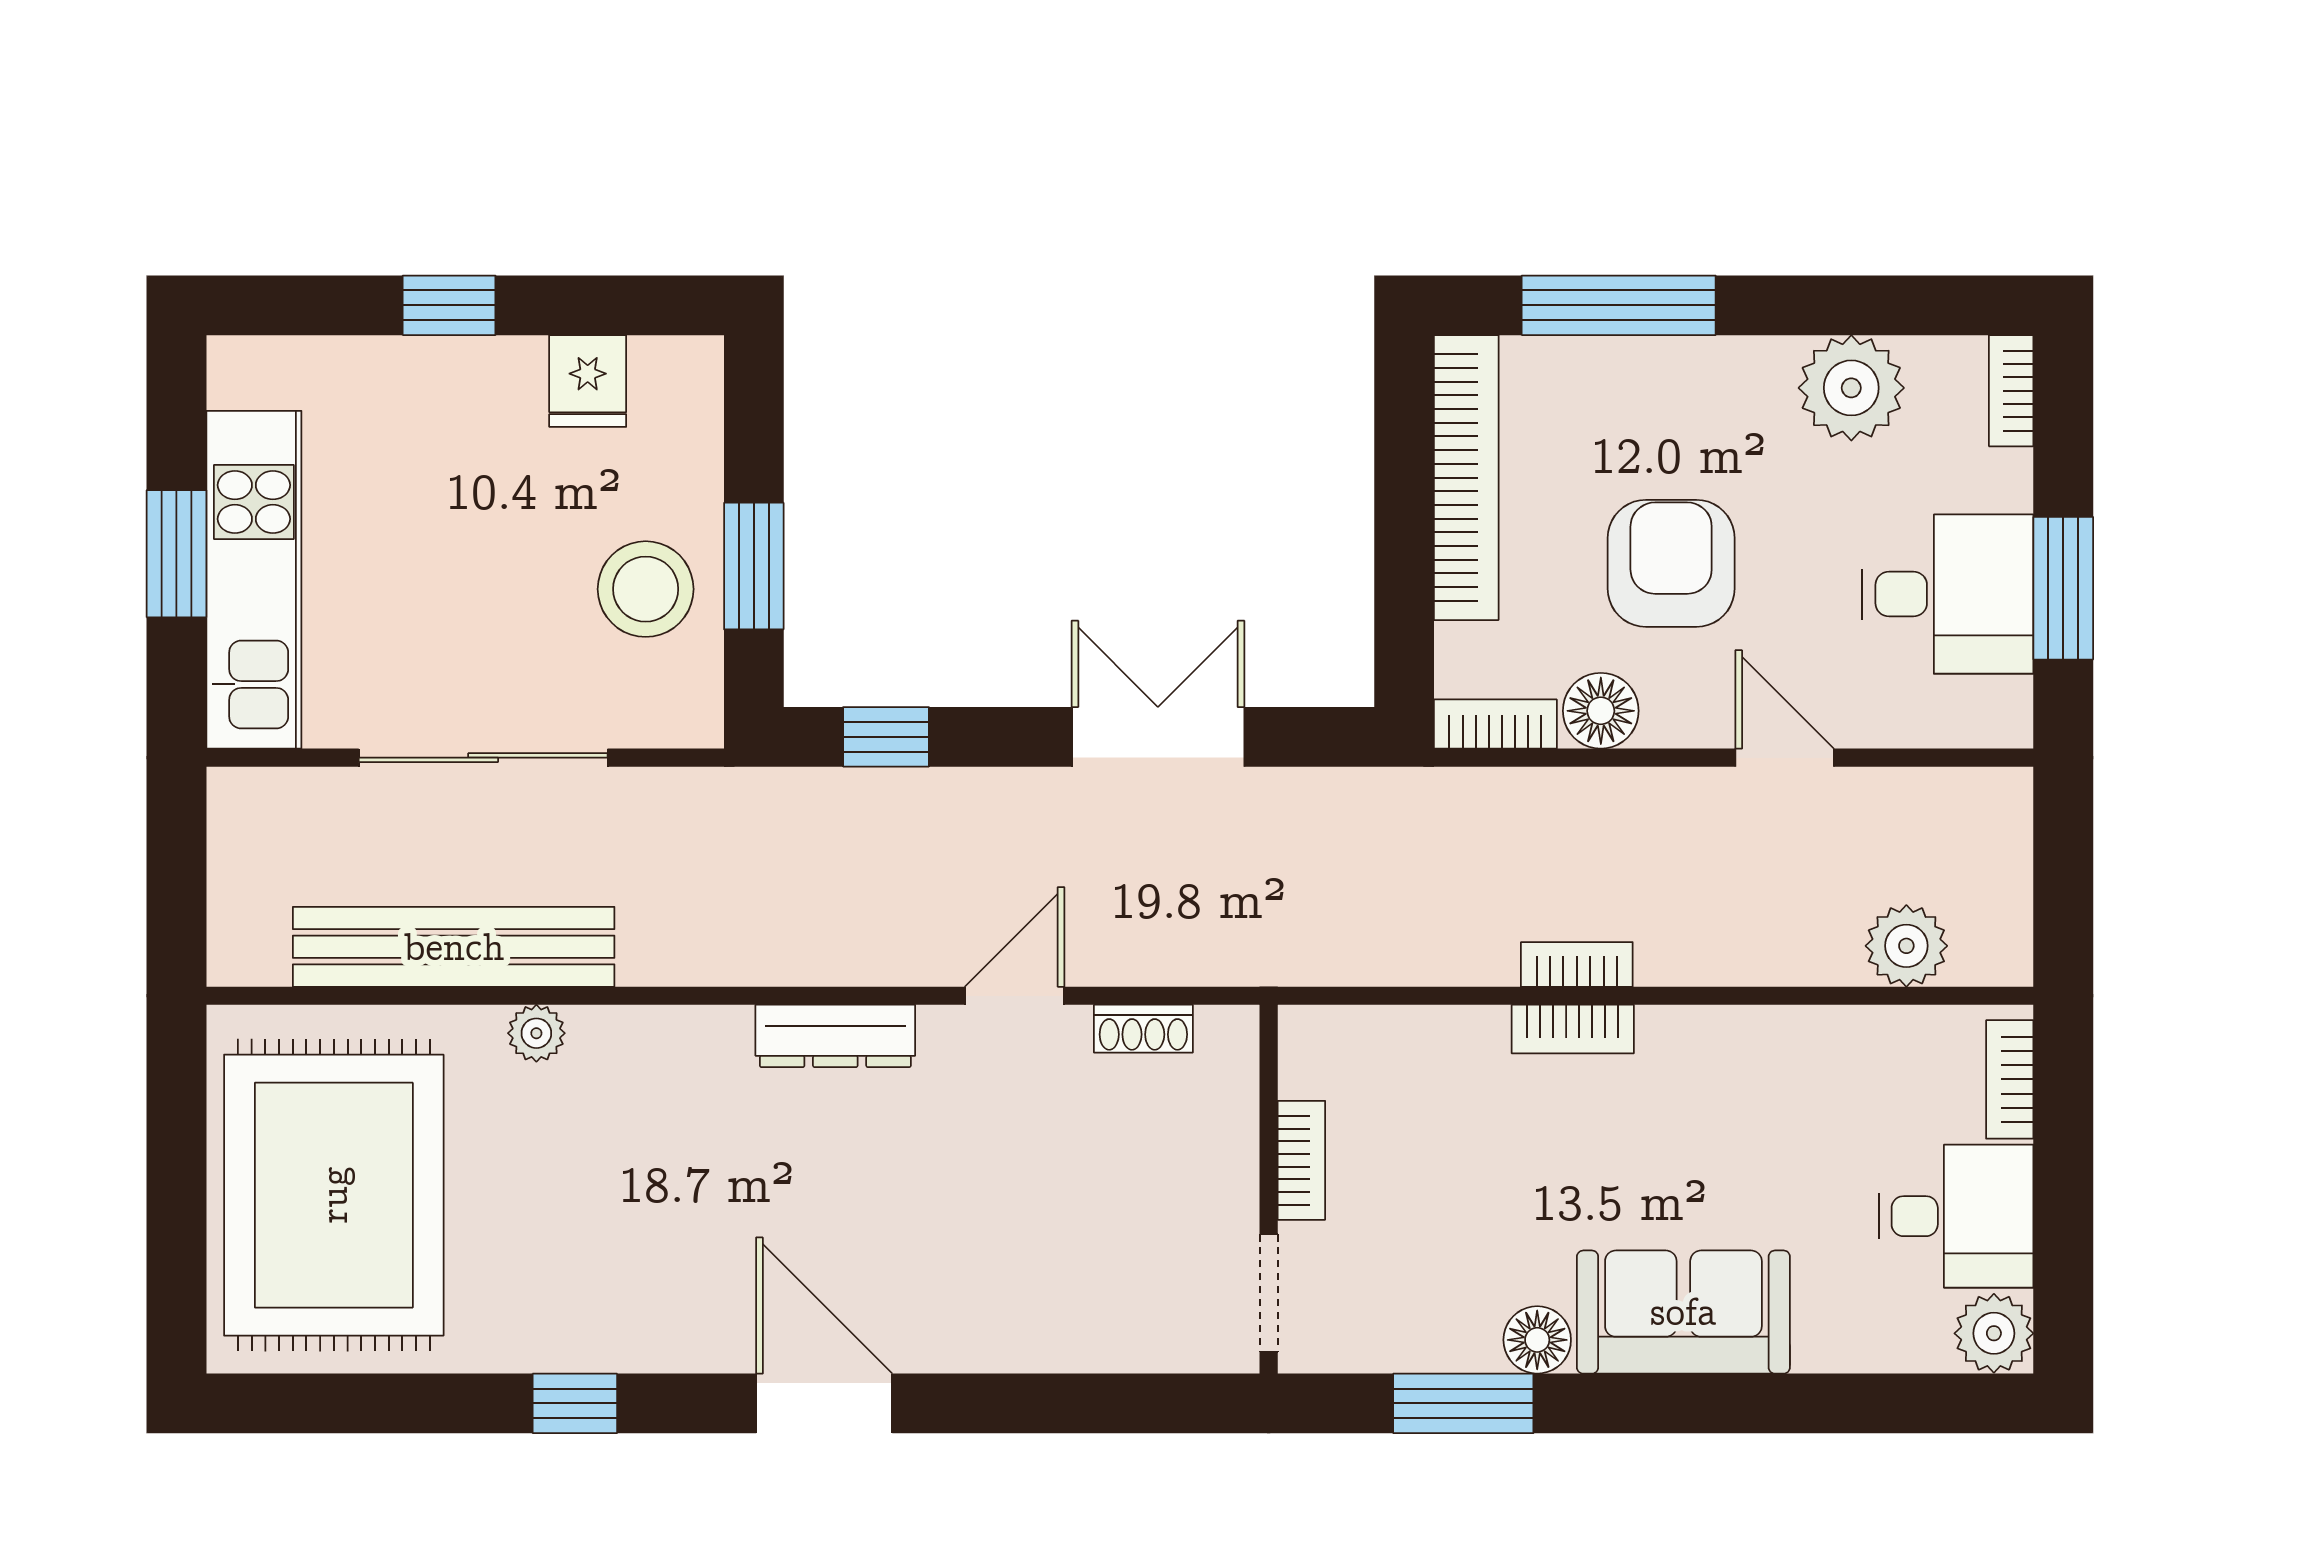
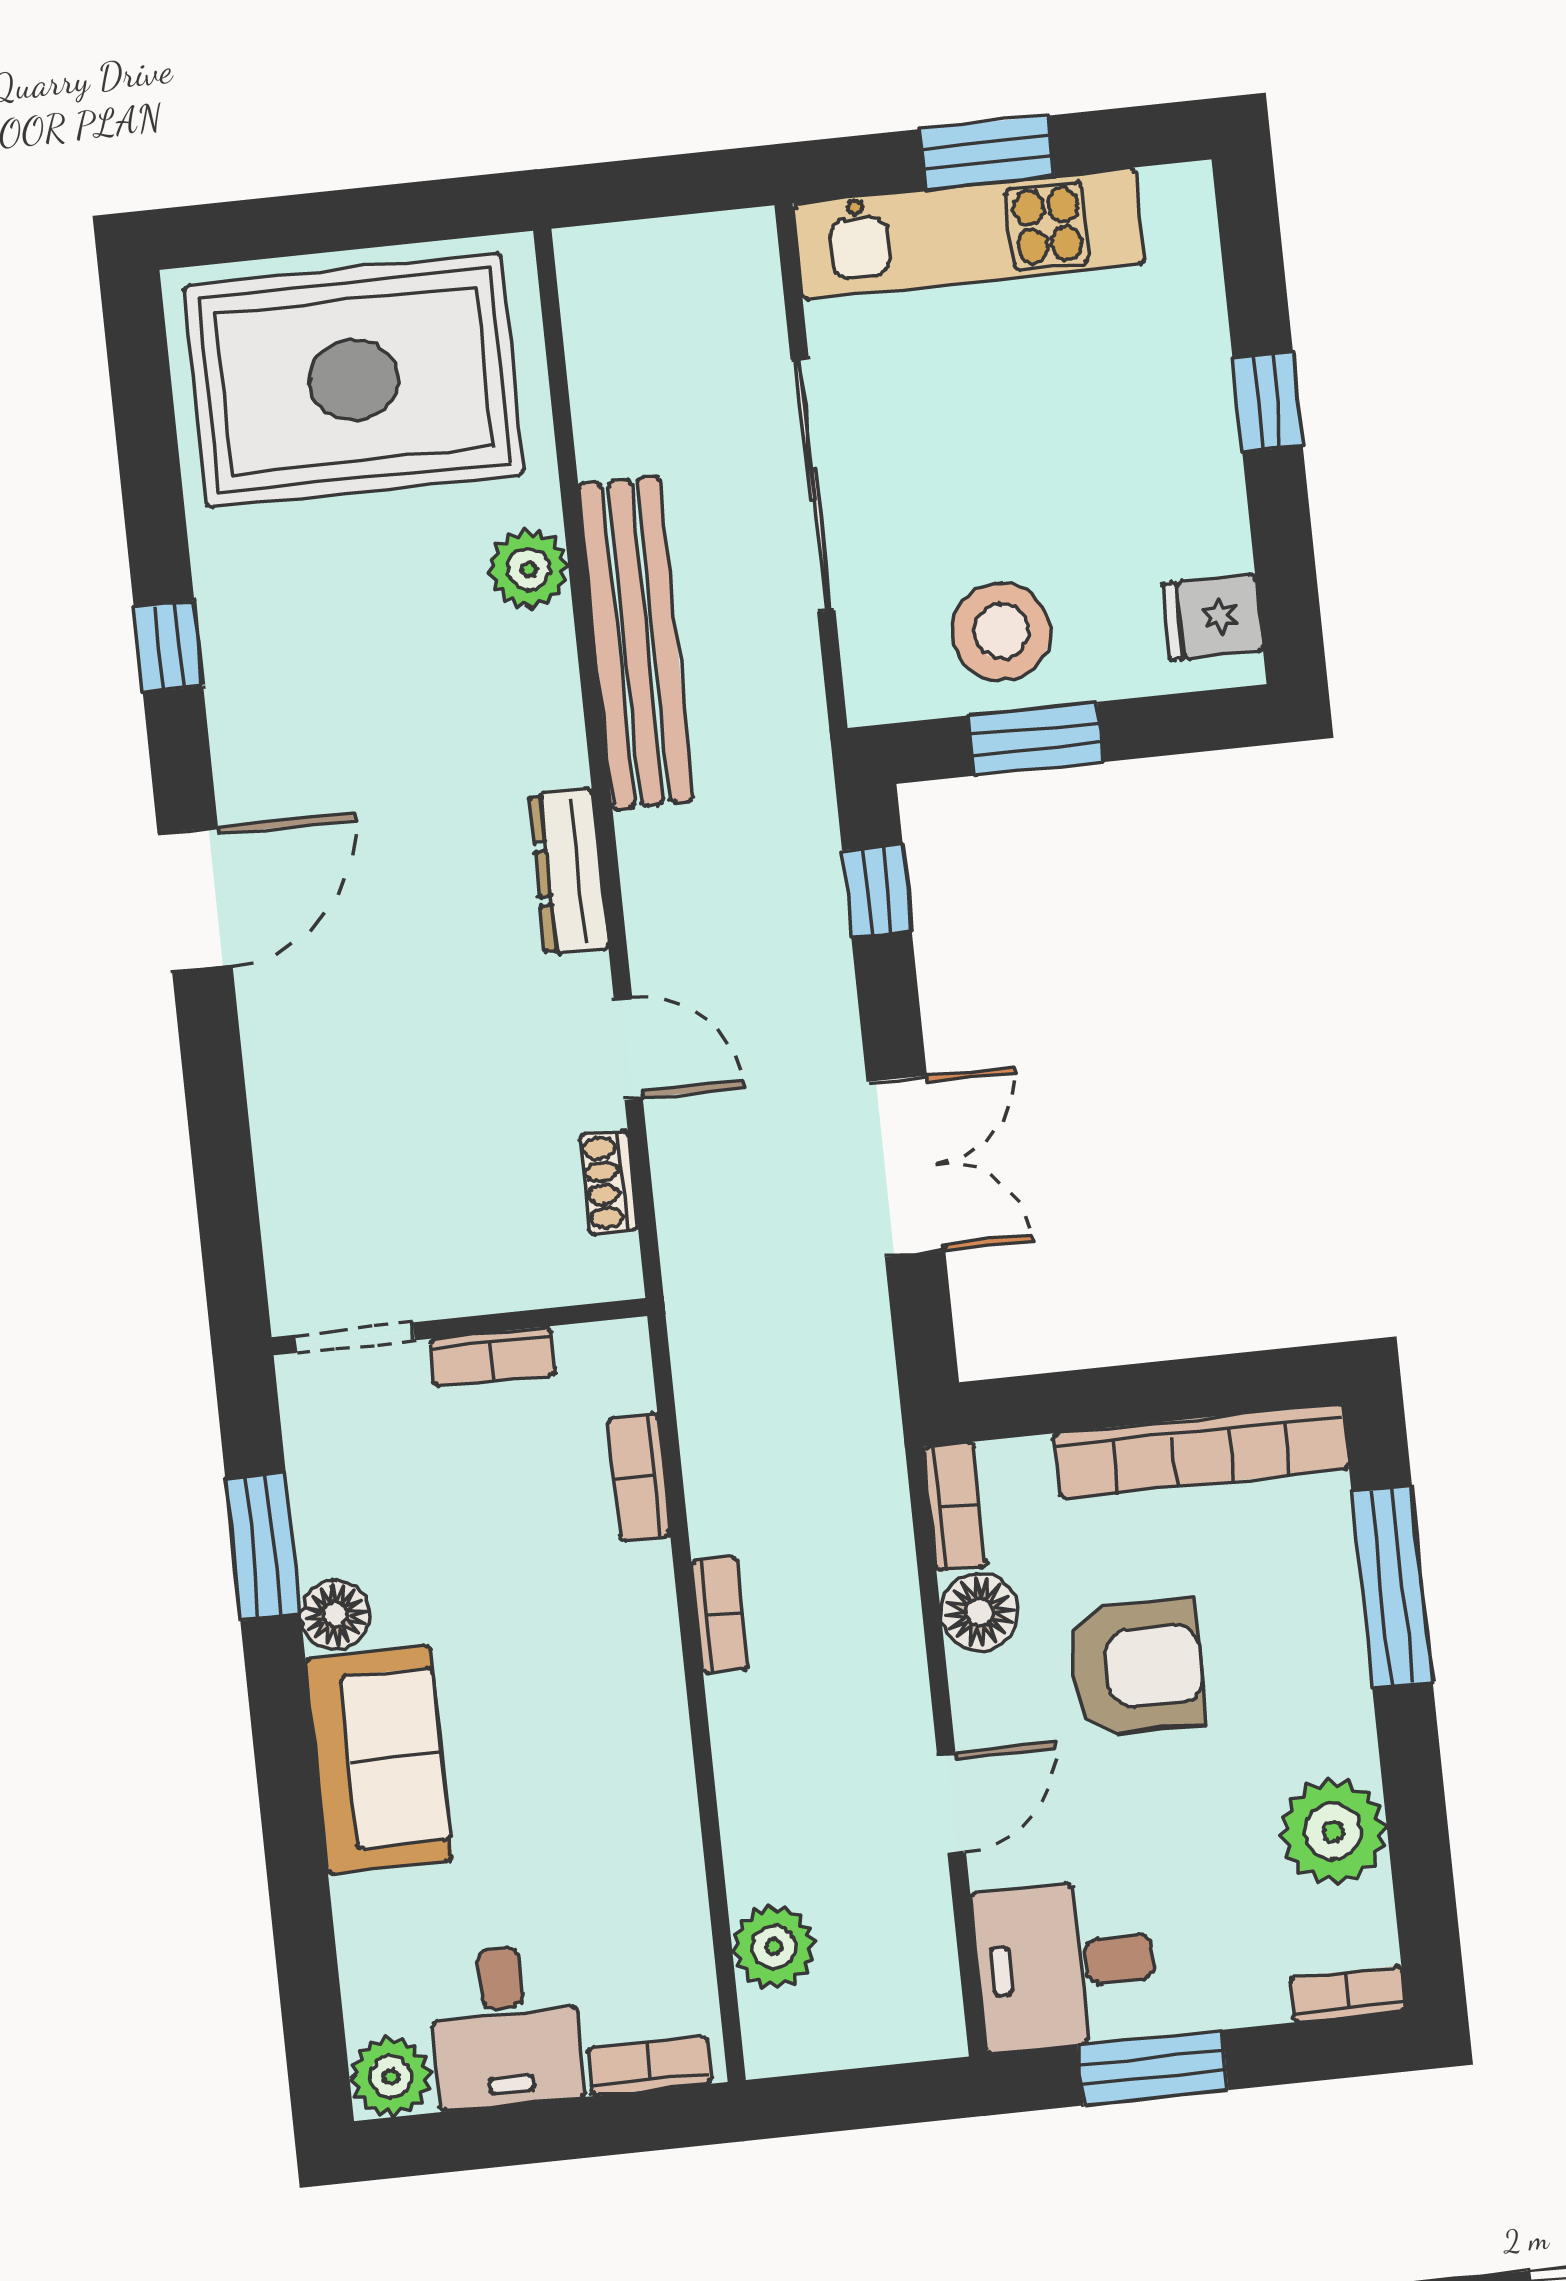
fridge: (588, 381) -> (1213, 617), moved
desk: (1948, 594) -> (1066, 1965), moved, turned 90
bench: (454, 947) -> (636, 643), moved
bookcase: (1573, 1029) -> (639, 1477), moved
plant: (536, 1033) -> (529, 569), width x1.38, depth x1.38

